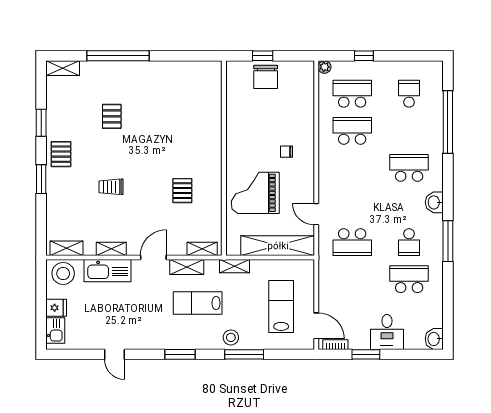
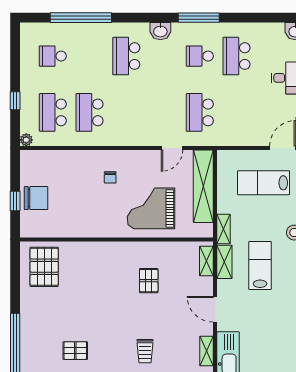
pallet: (196, 85) -> (44, 267), added
pallet: (182, 191) -> (149, 281), turned 90
grand piano: (255, 193) -> (151, 208), turned 90
school desk: (352, 242) -> (200, 112), turned 180
school desk: (409, 242) -> (200, 56), turned 180
shelving: (187, 267) -> (224, 262), moved
lab bench: (198, 303) -> (260, 265), turned 180

